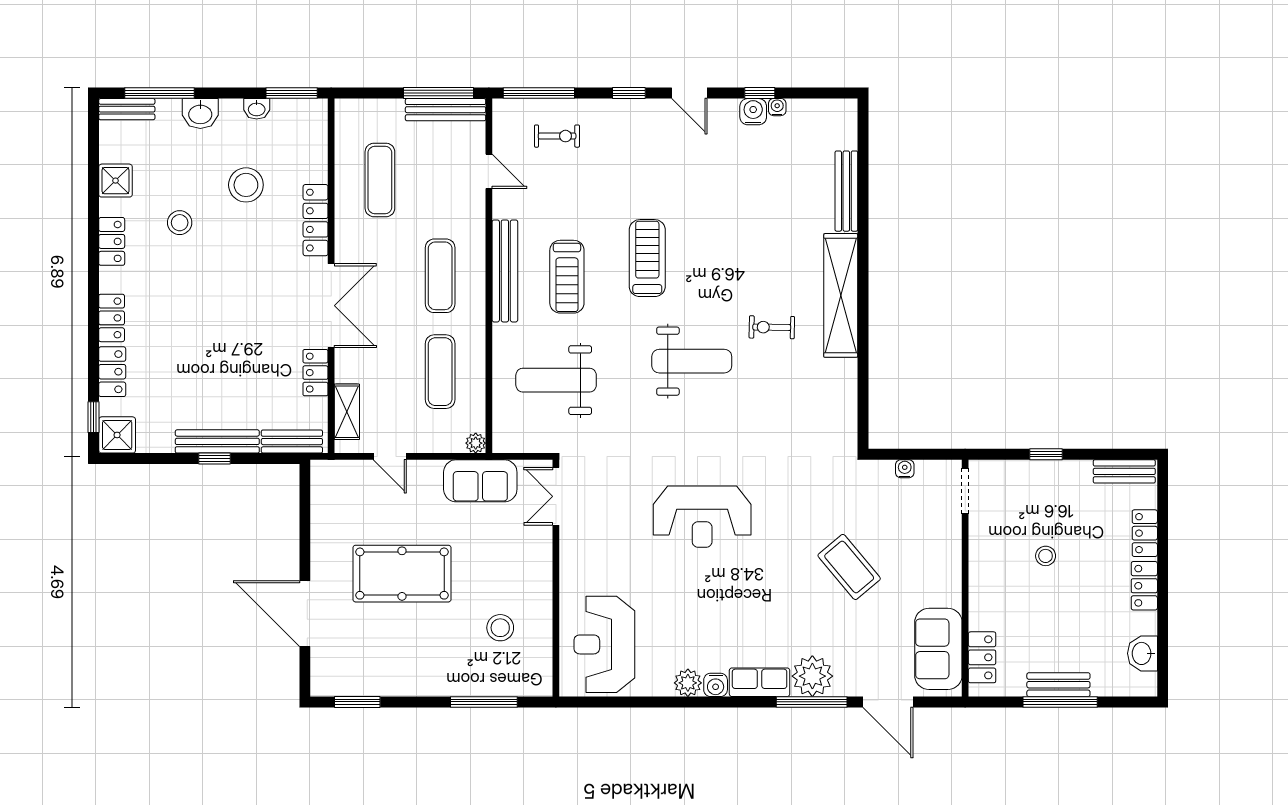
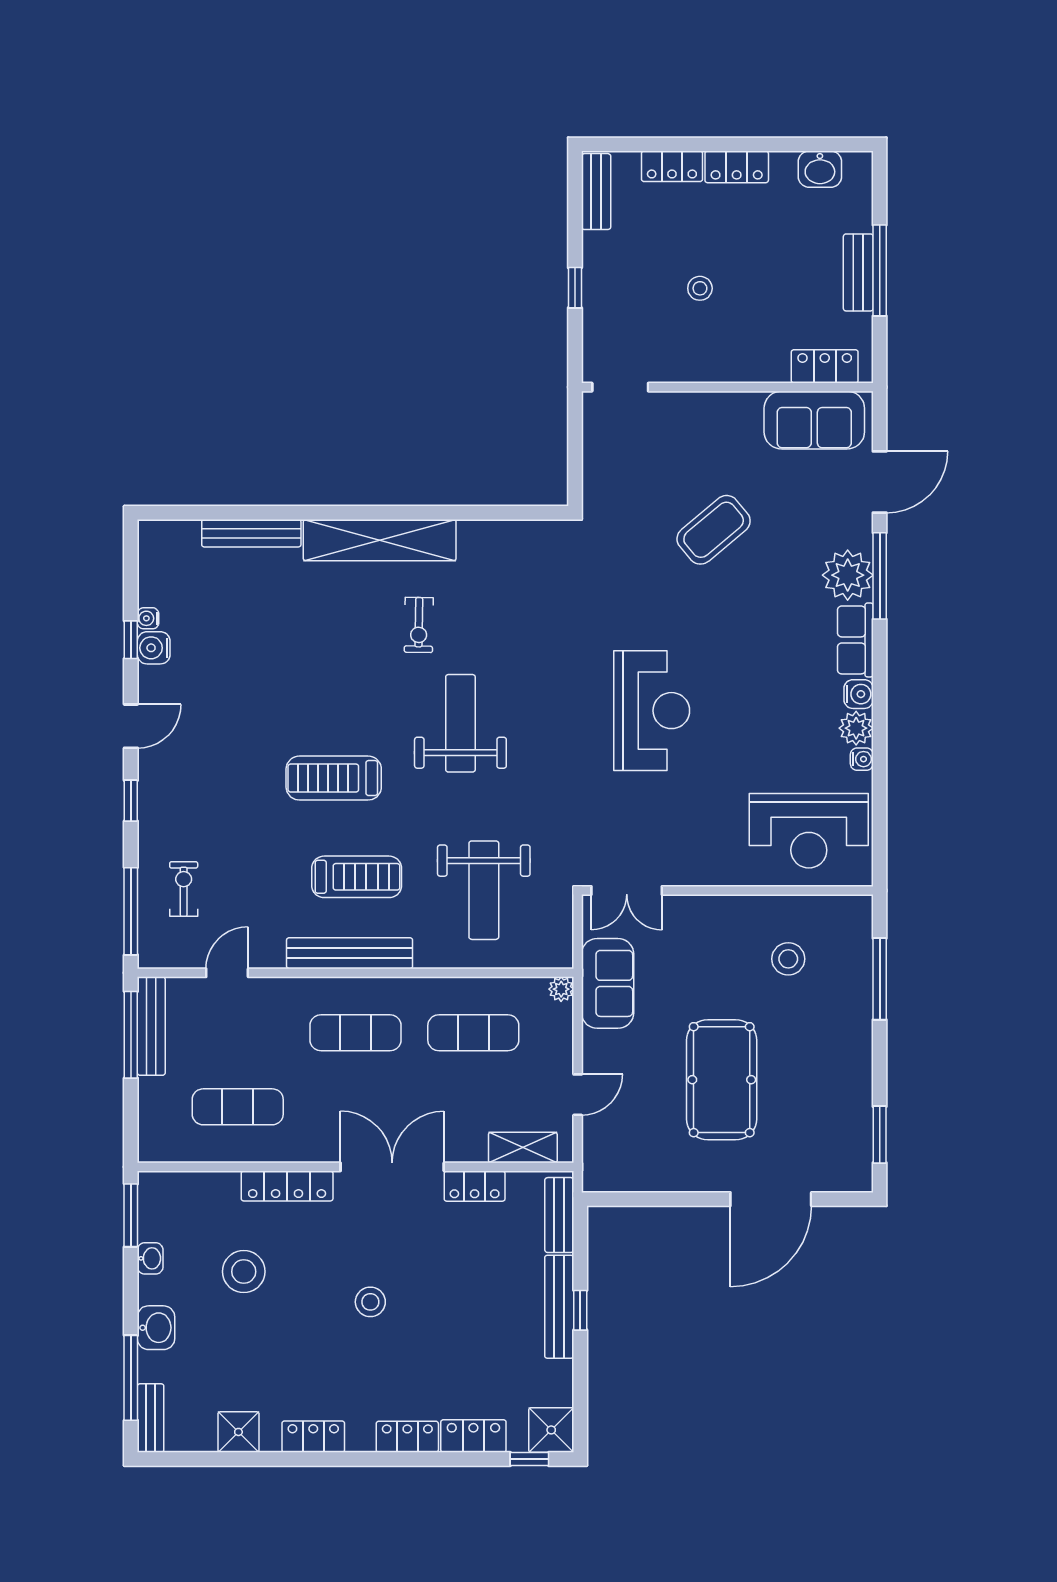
stool: (180, 223) -> (370, 1302), moved
water cooler: (905, 469) -> (862, 759), moved, turned 180

